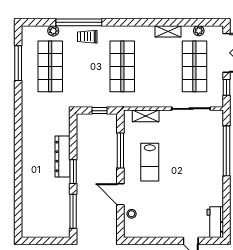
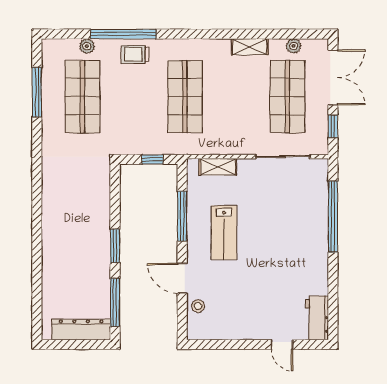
dresser: (62, 156) -> (81, 330), moved, turned 90

